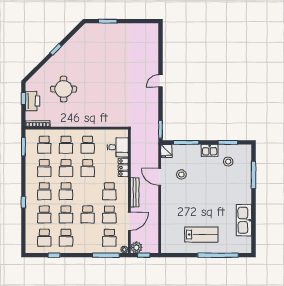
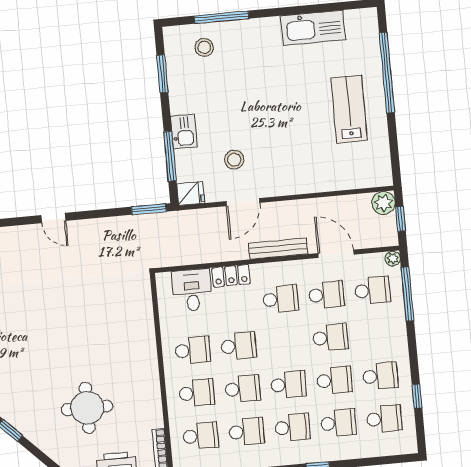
kitchen sink: (210, 150) -> (184, 132), moved
stool: (228, 162) -> (204, 47), moved
plant: (136, 247) -> (383, 203), moved

